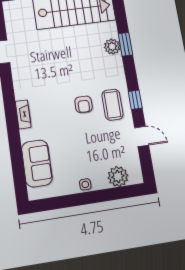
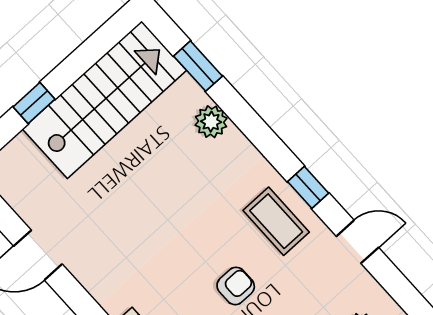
window: (125, 44) -> (198, 66), moved
armchair: (84, 104) -> (236, 286), moved, turned -90

